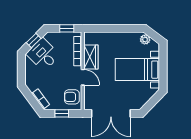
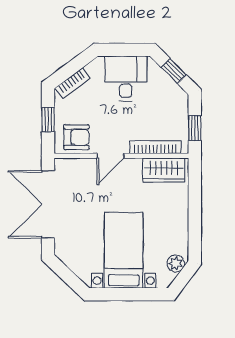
desk: (43, 54) -> (126, 78), moved, turned -45
wardrobe: (91, 57) -> (164, 170), moved
armchair: (72, 97) -> (77, 137), turned 90

